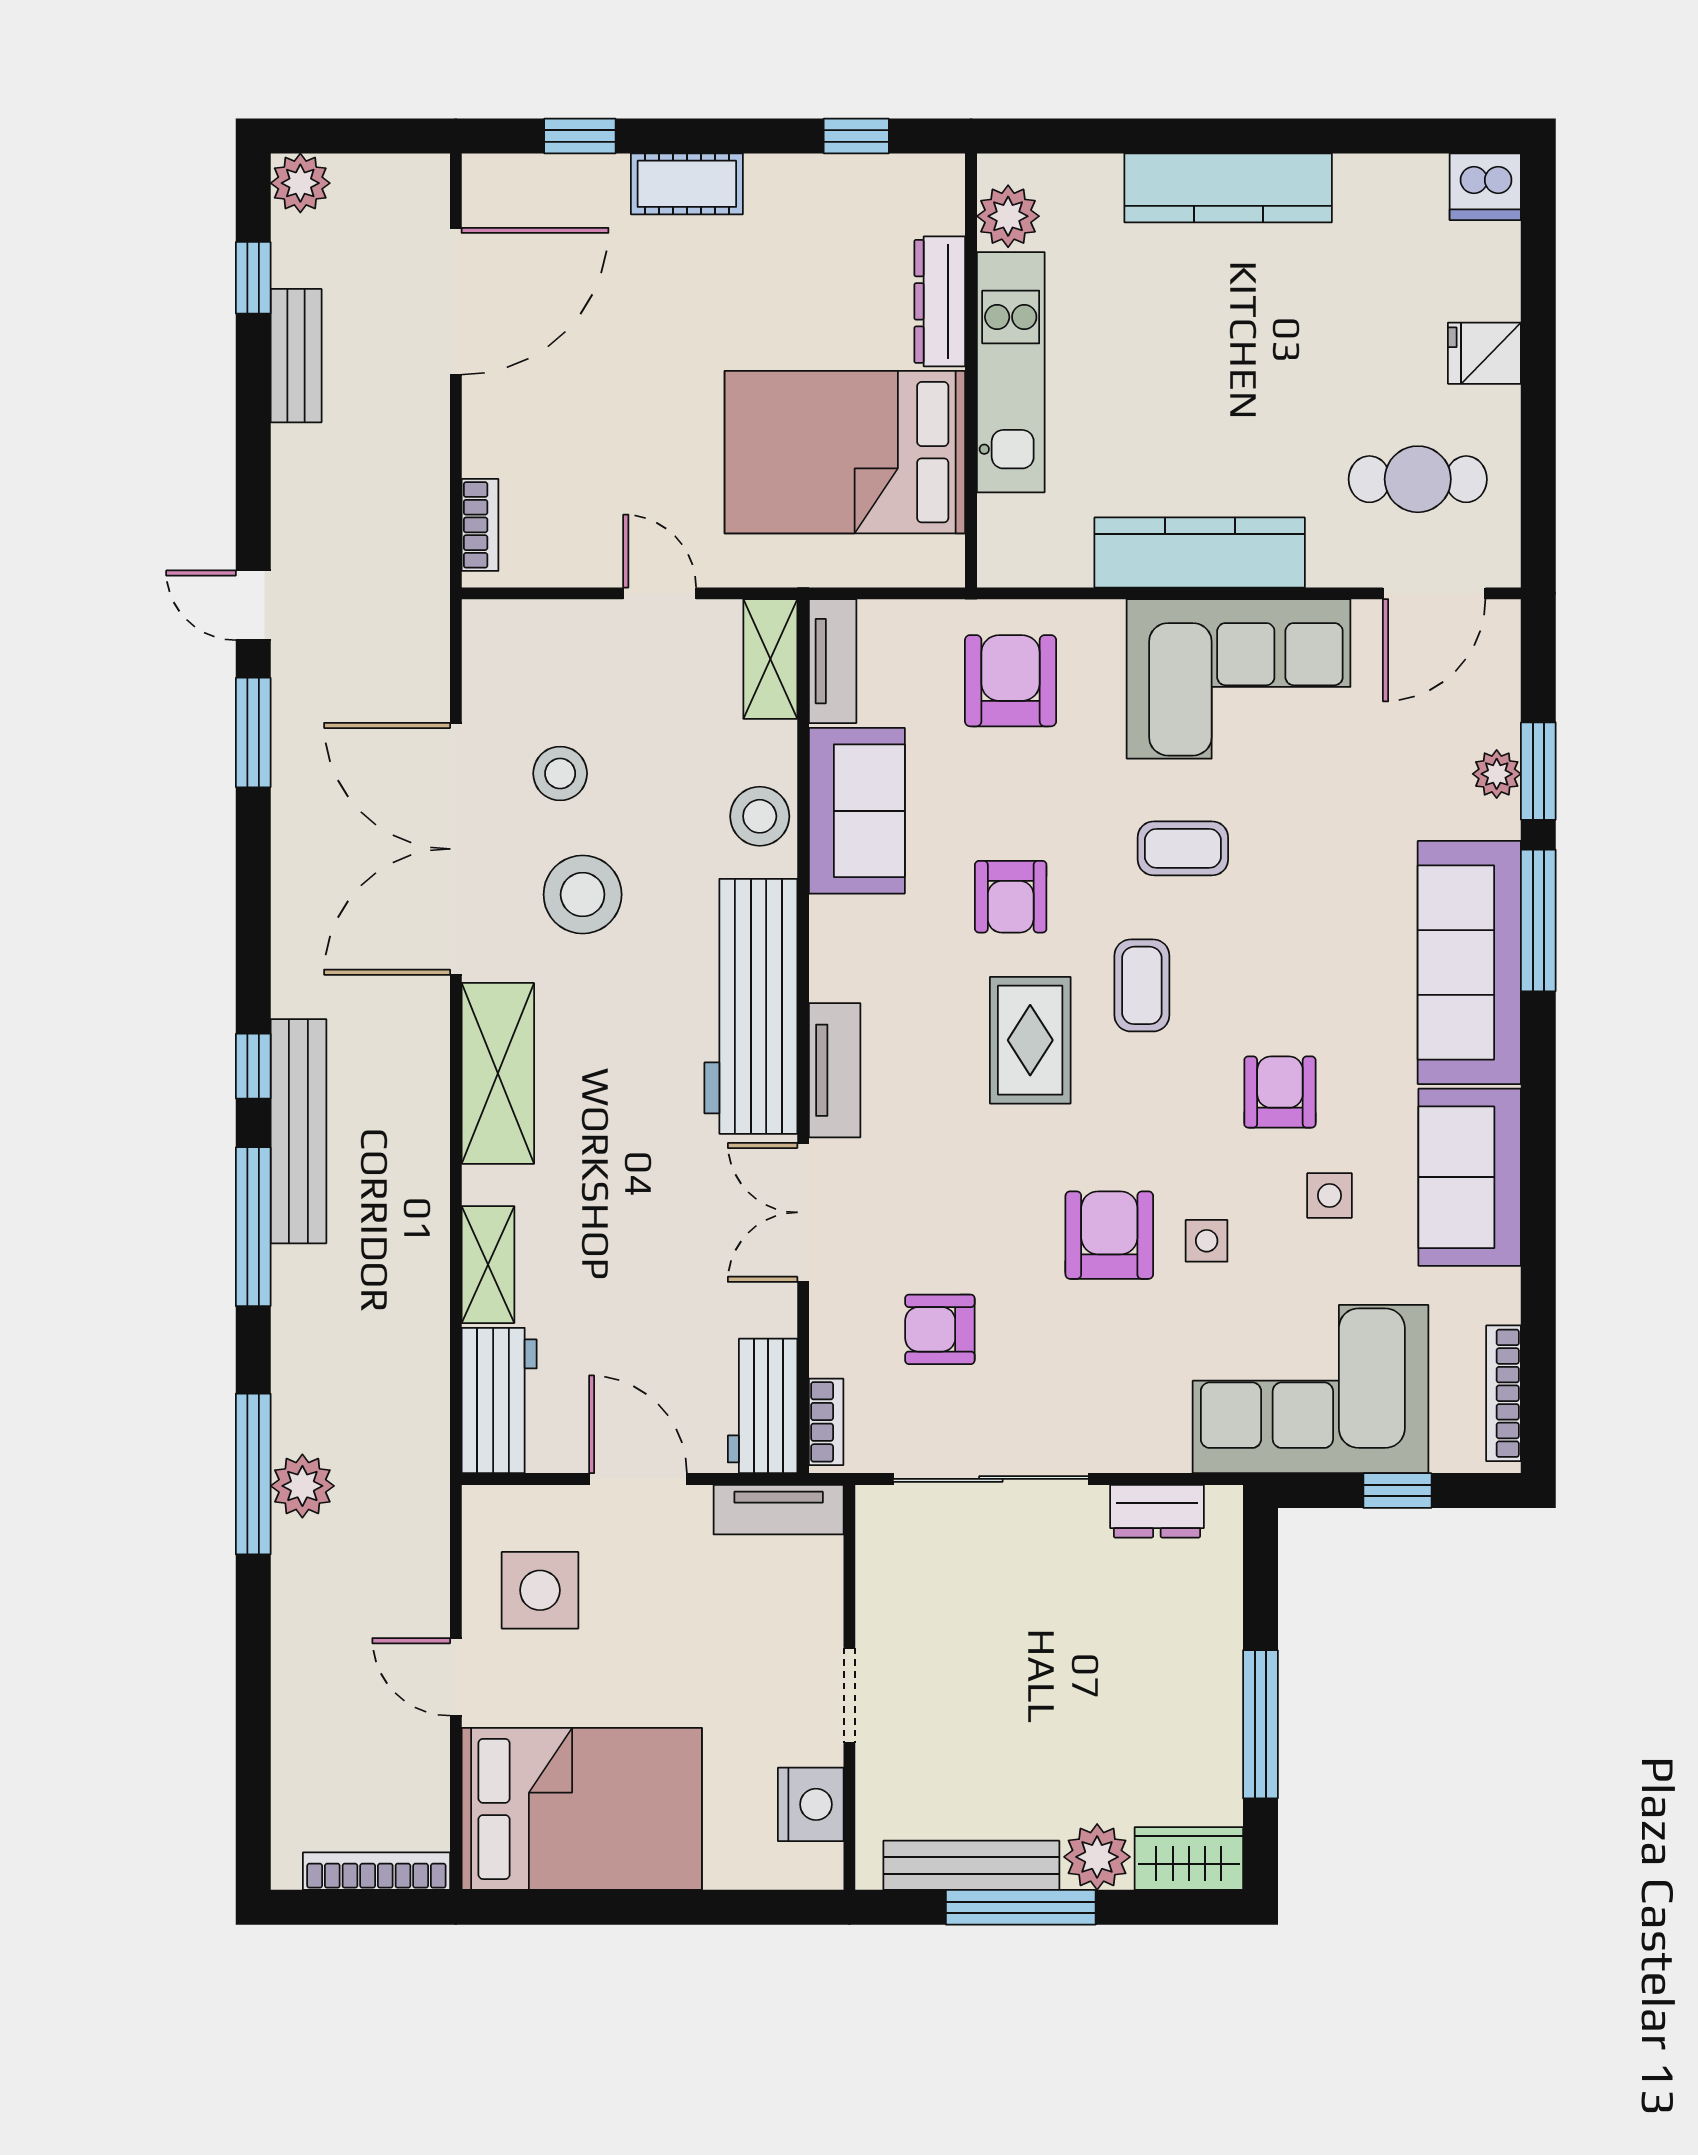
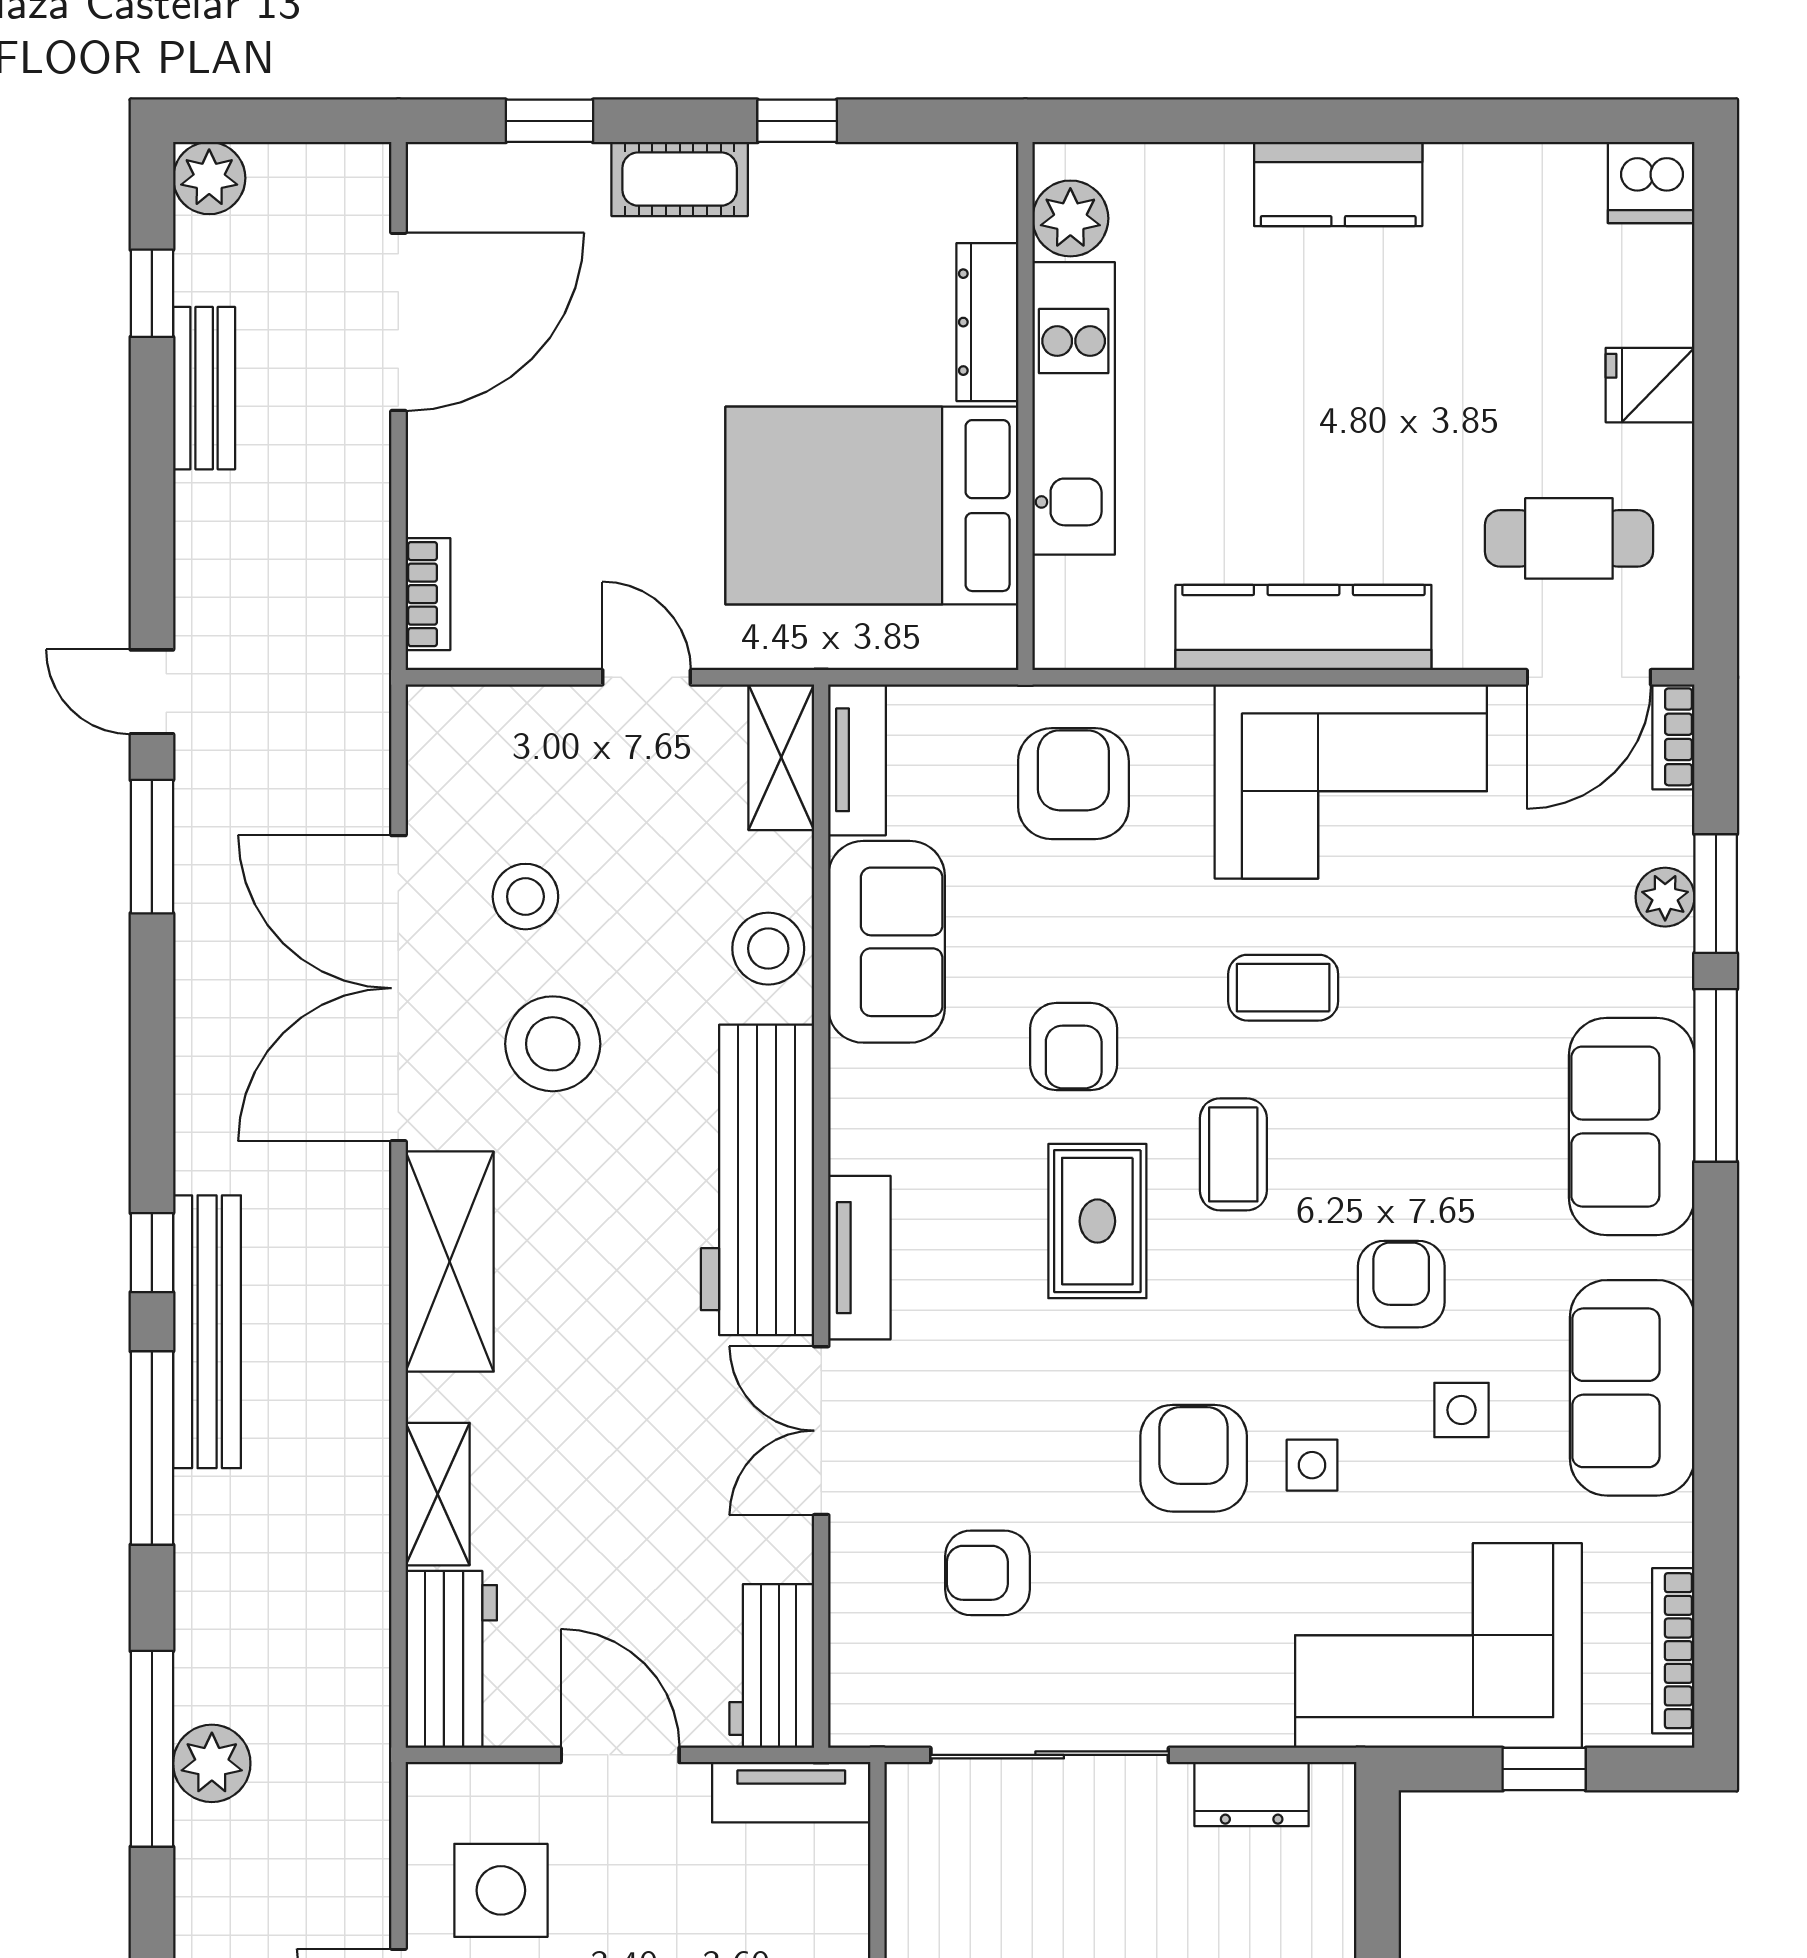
window: (856, 136) -> (797, 121), moved
kitchen counter: (1228, 188) -> (1338, 184), width x0.67
sofa: (1469, 963) -> (1632, 1127), width x0.73
bookcase: (826, 1422) -> (1673, 737), moved, turned 180

